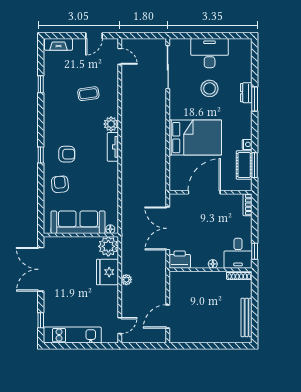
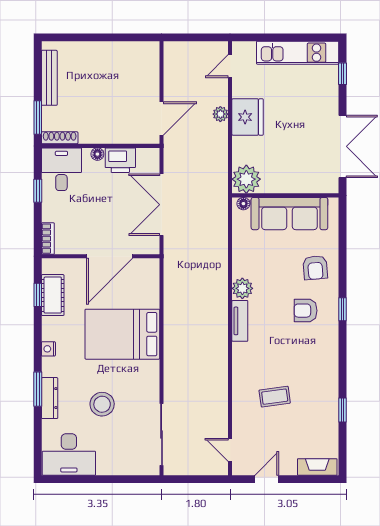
desk: (210, 53) -> (69, 454), moved
dresser: (246, 93) -> (50, 398), width x1.44
plant: (111, 124) -> (242, 288), moved
nightstand: (247, 144) -> (48, 349), moved
window: (255, 165) -> (38, 295), width x0.67
double door: (168, 228) -> (162, 205), swing flipped
window: (255, 251) -> (38, 191), moved
printer: (180, 260) -> (120, 160), moved
fridge: (107, 272) -> (248, 117), moved
plant: (126, 280) -> (220, 114), moved
window: (255, 290) -> (38, 117), added
door: (168, 316) -> (162, 118), moved

